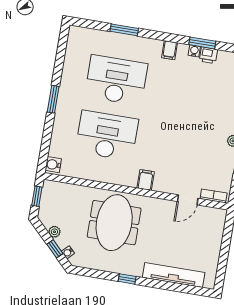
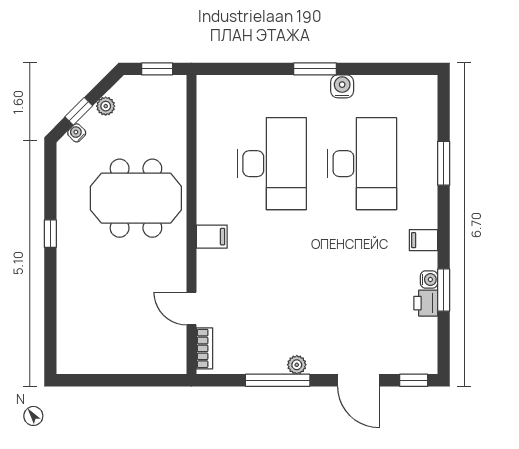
water cooler: (53, 165) -> (342, 86), moved
tv unit: (174, 275) -> (69, 306), removed

